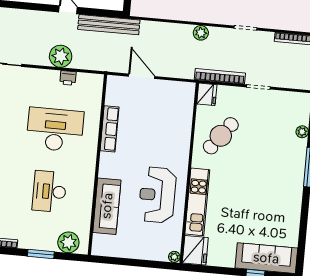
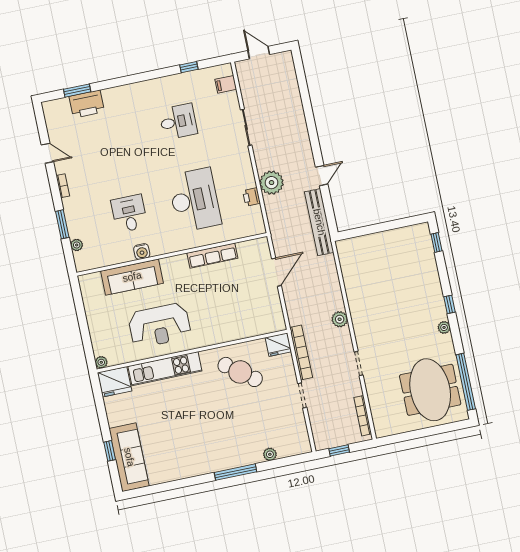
desk: (49, 191) -> (129, 214), width x0.73
water cooler: (87, 191) -> (142, 252), added
reception desk: (157, 195) -> (159, 325), turned 180
plant: (68, 242) -> (77, 245), width x0.53, depth x0.53

